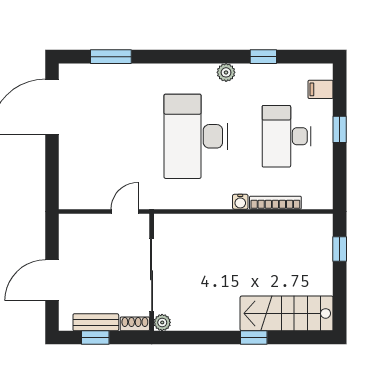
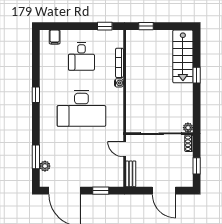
window: (263, 57) -> (36, 95), moved
plant: (226, 72) -> (45, 166), moved
window: (340, 129) -> (105, 26), moved
desk: (287, 136) -> (81, 56), width x0.73
window: (52, 170) -> (101, 191), added
bench: (96, 322) -> (131, 174), moved

